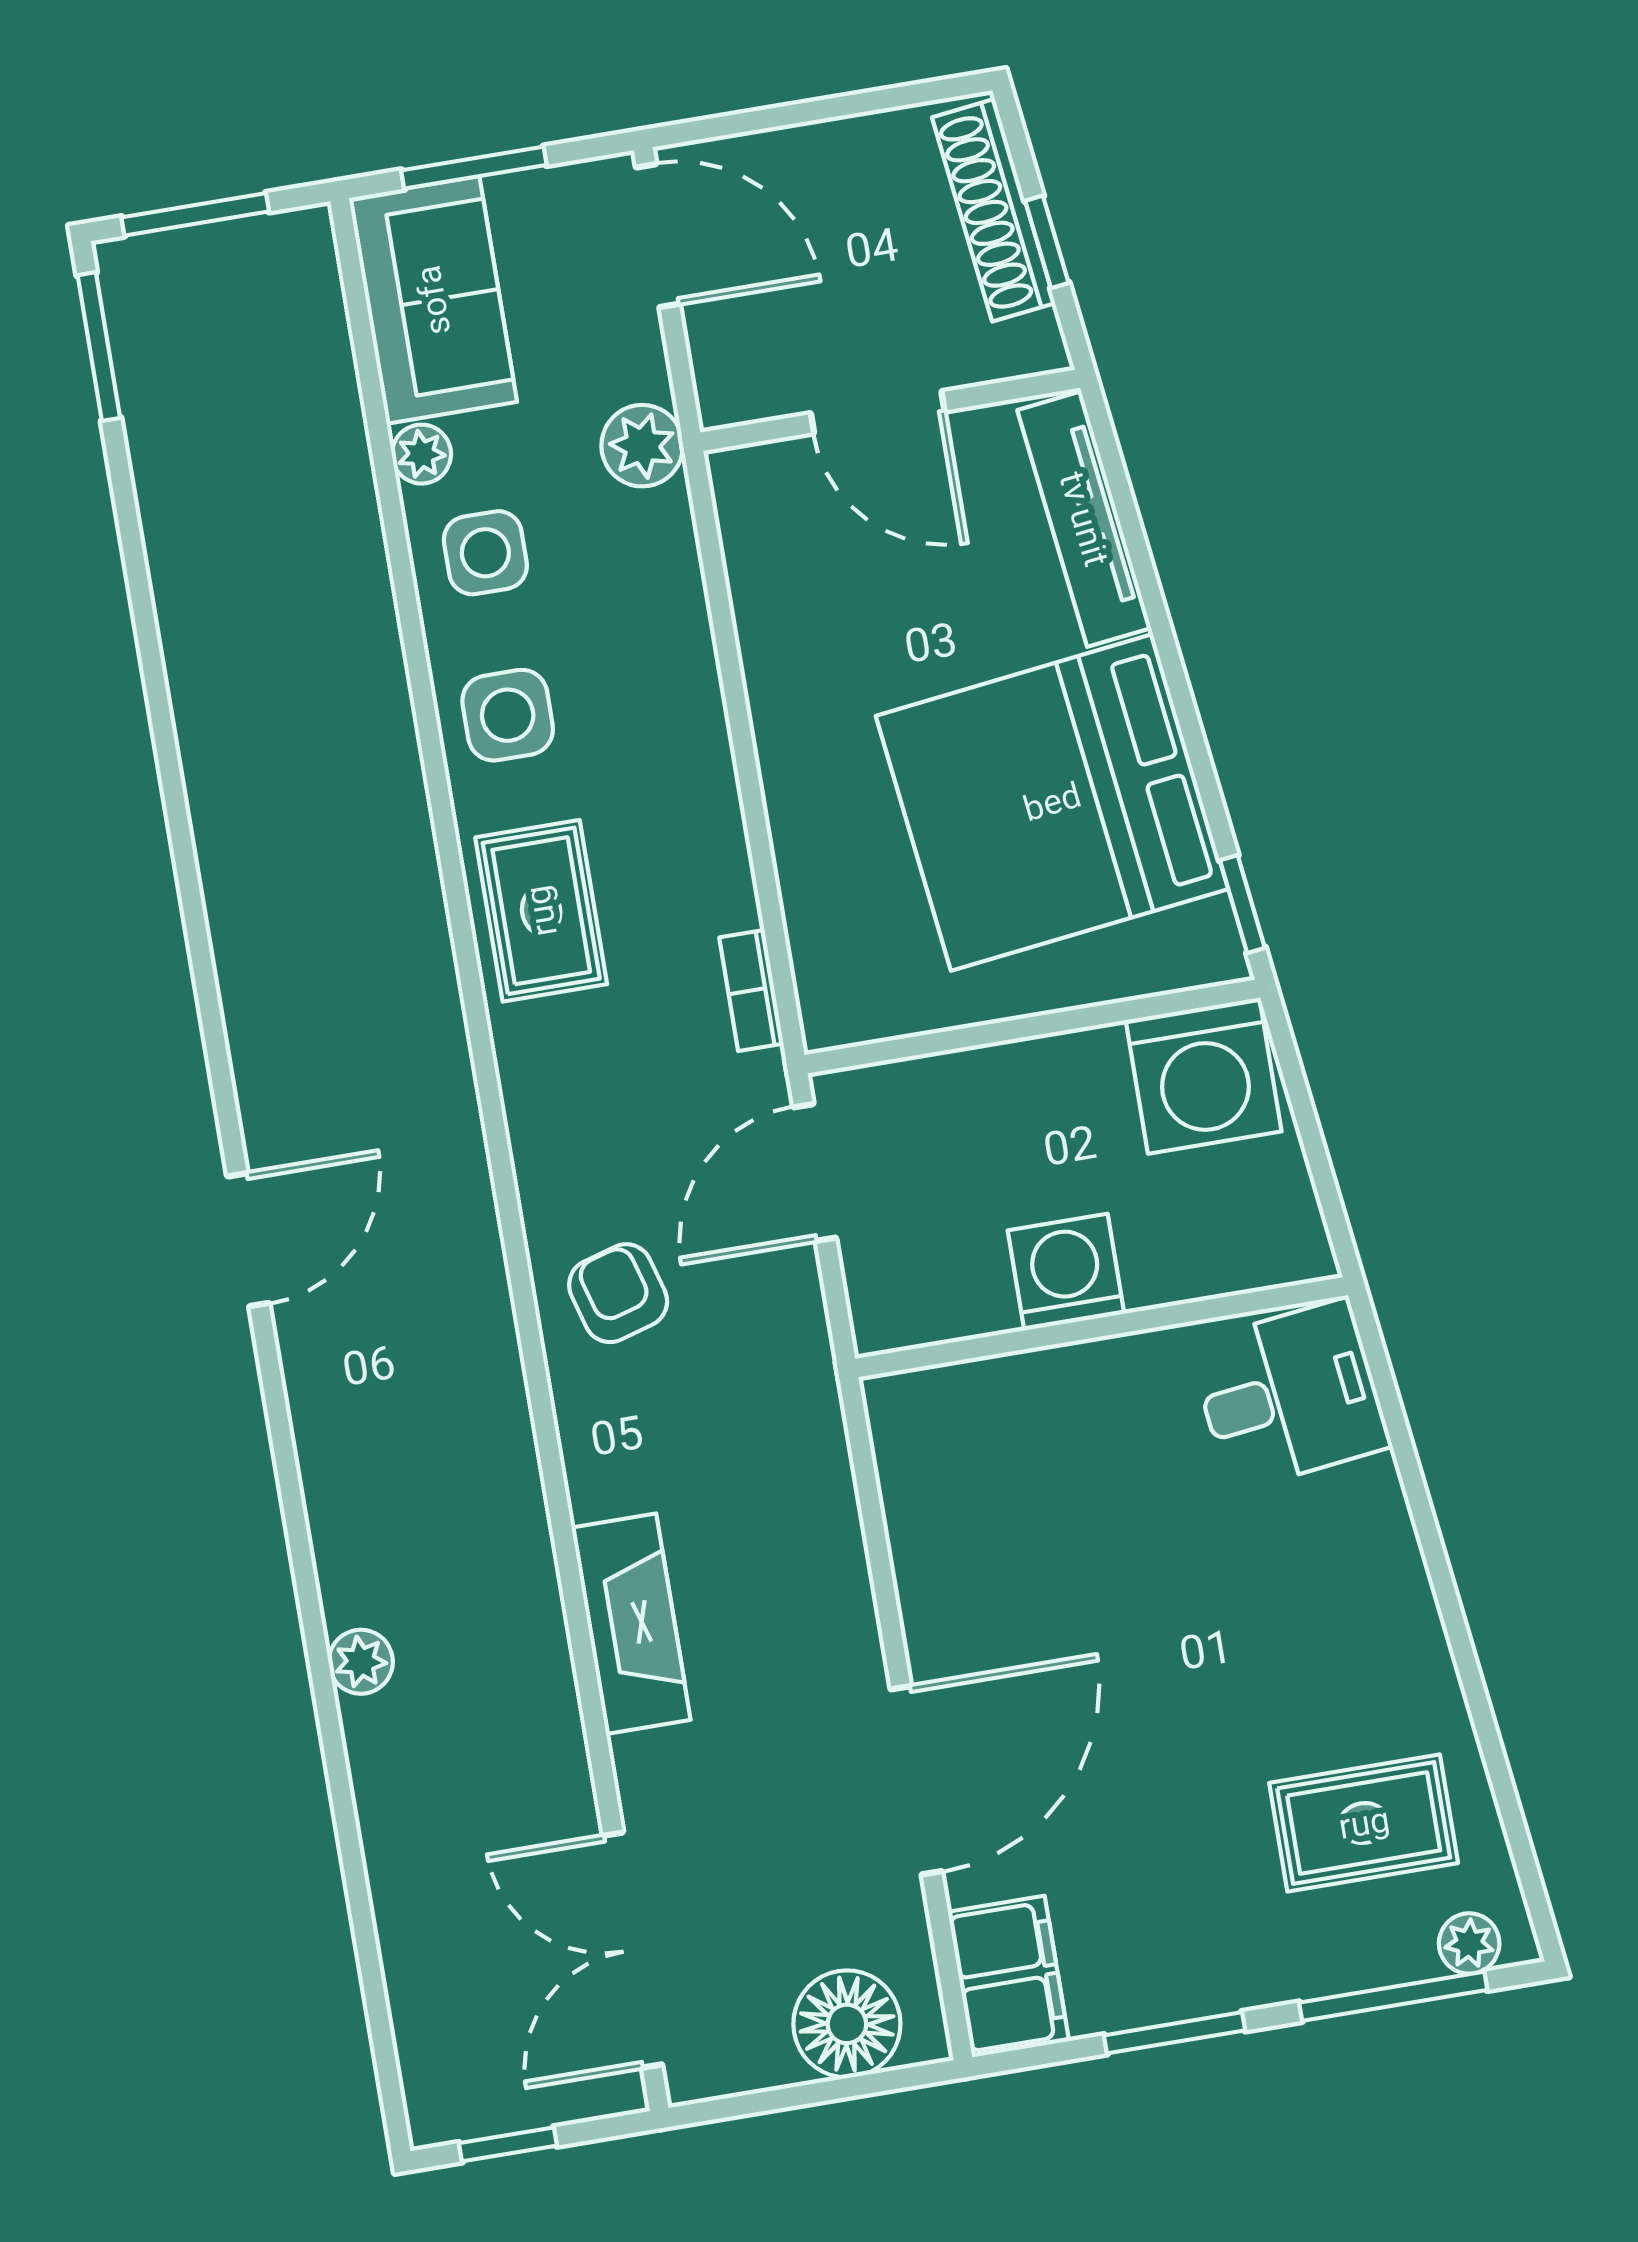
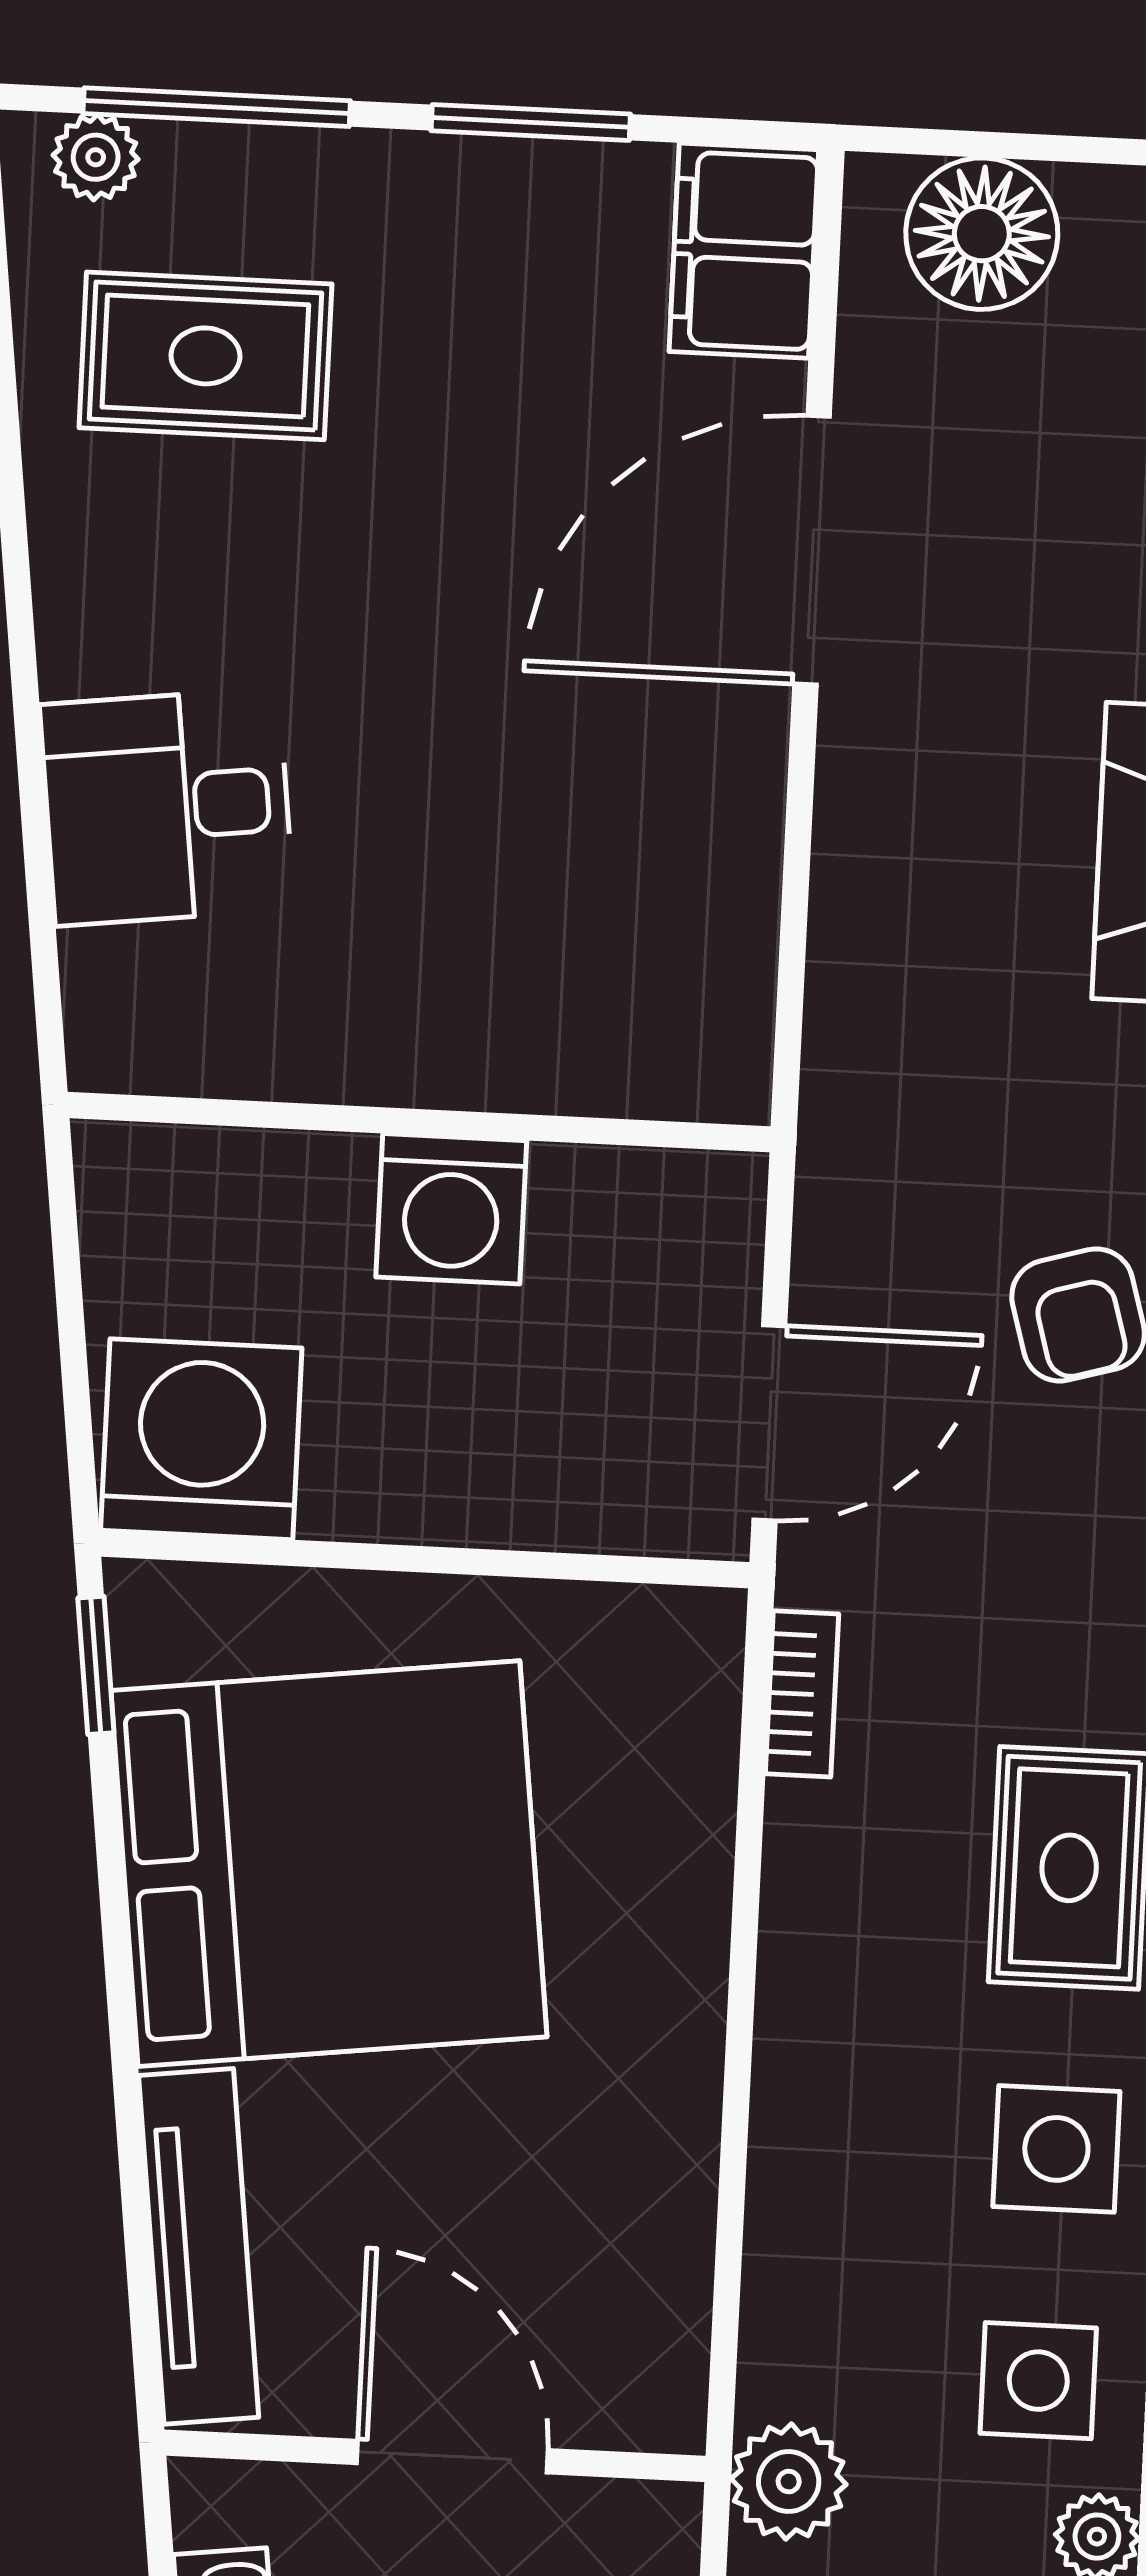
desk: (1289, 1395) -> (167, 807), moved

